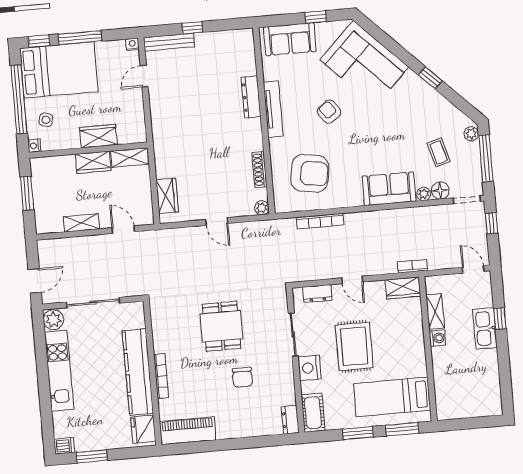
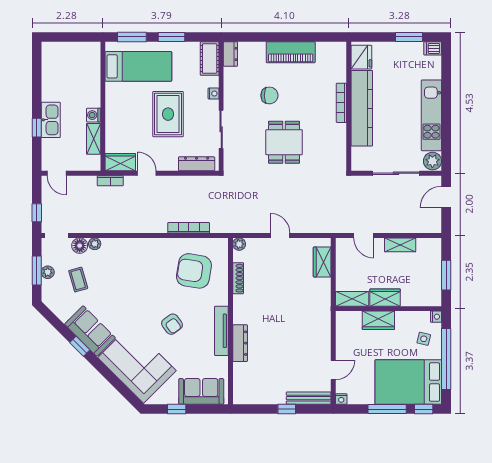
plant: (471, 134) -> (48, 272), moved
window: (486, 158) -> (37, 271), width x0.69
sofa: (389, 189) -> (90, 331), moved, turned -135
door: (352, 280) -> (147, 173), moved
dresser: (317, 294) -> (197, 164), width x1.44
nightstand: (309, 368) -> (214, 94), width x0.53, depth x0.56
chair: (242, 377) -> (269, 95), turned 90
piano: (188, 431) -> (291, 52), moved

